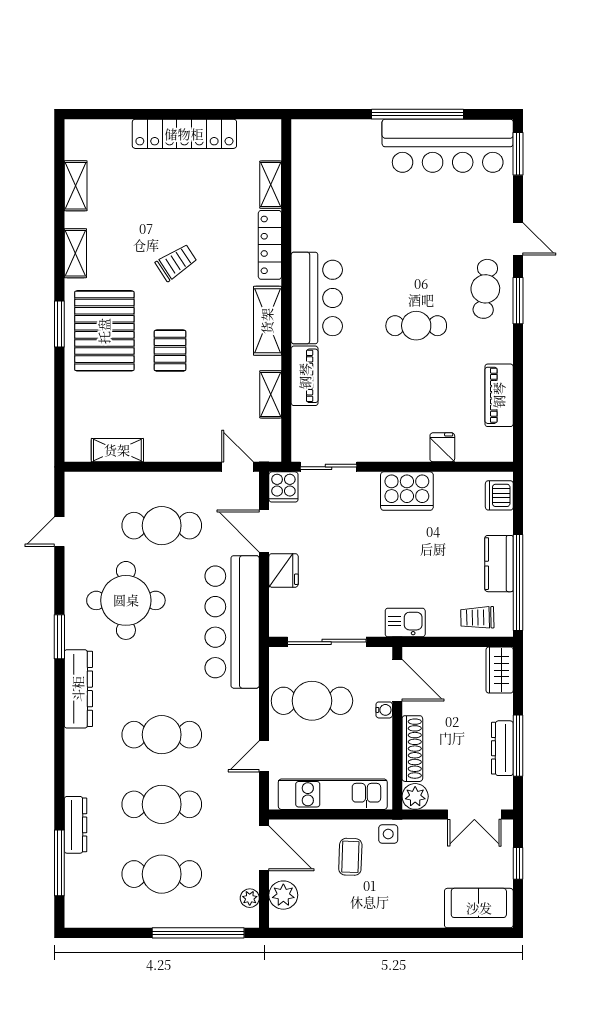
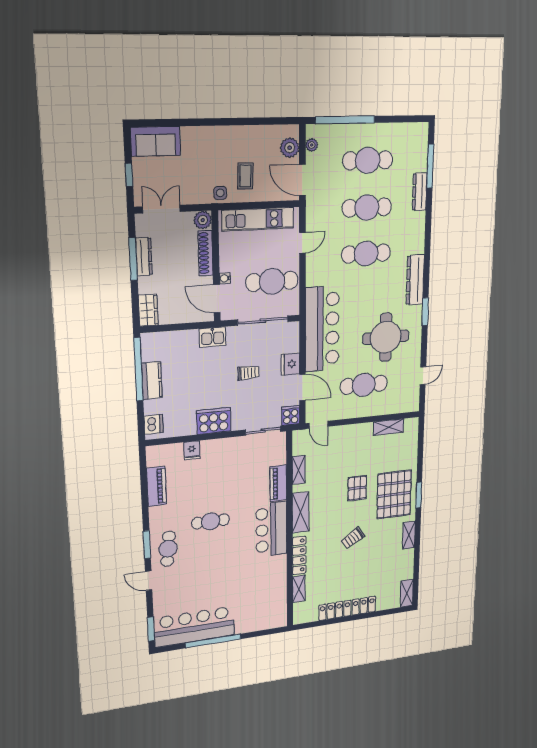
shelving: (76, 186) -> (407, 593), moved
trolley: (477, 618) -> (248, 373), moved

